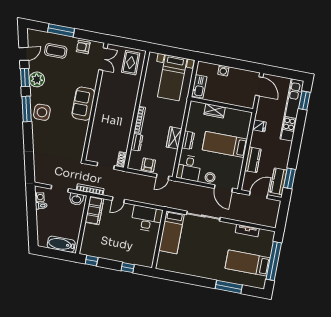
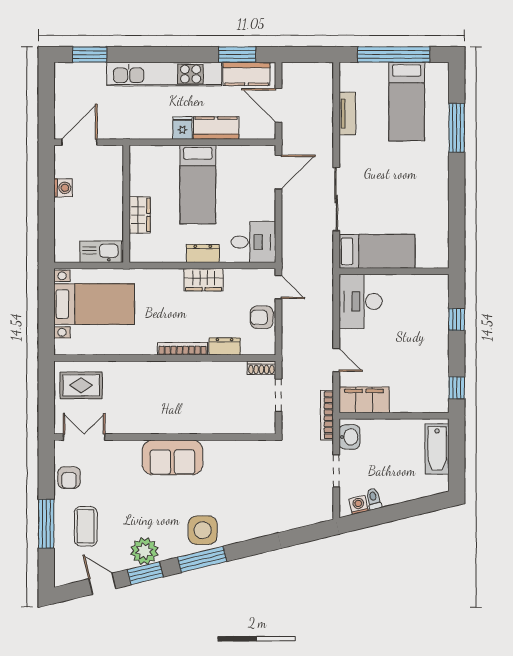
washing machine: (223, 70) -> (63, 188), moved
kitchen unit: (292, 110) -> (164, 74), moved
fridge: (259, 126) -> (182, 128), moved
stool: (210, 177) -> (263, 200), removed

